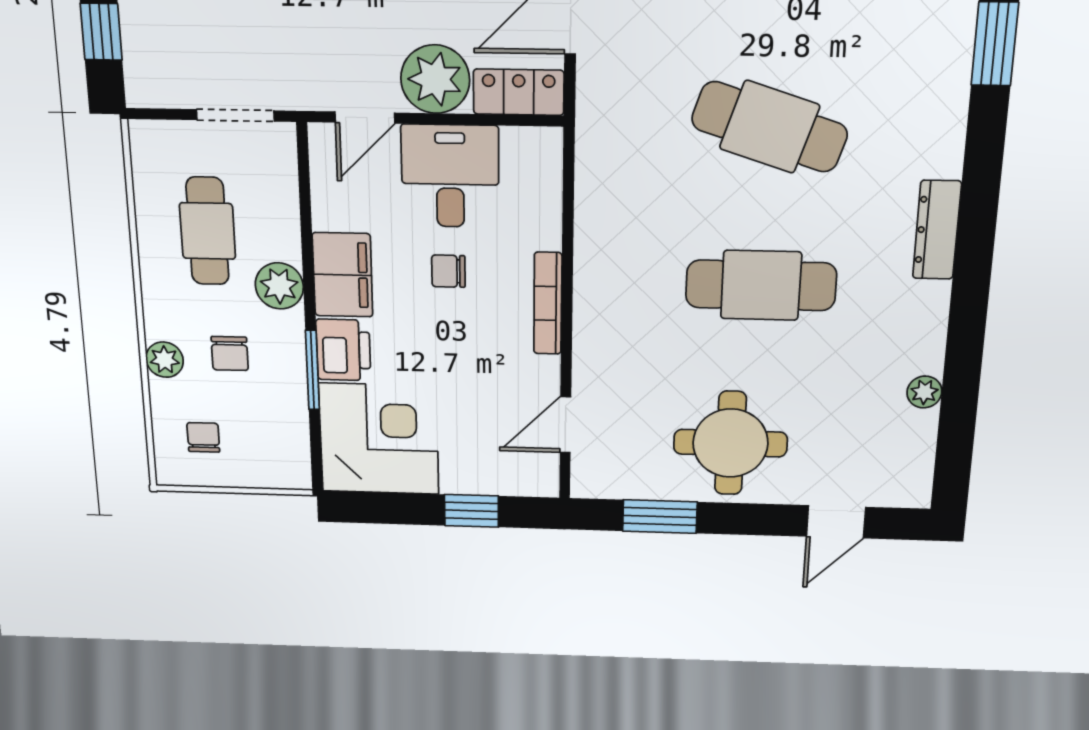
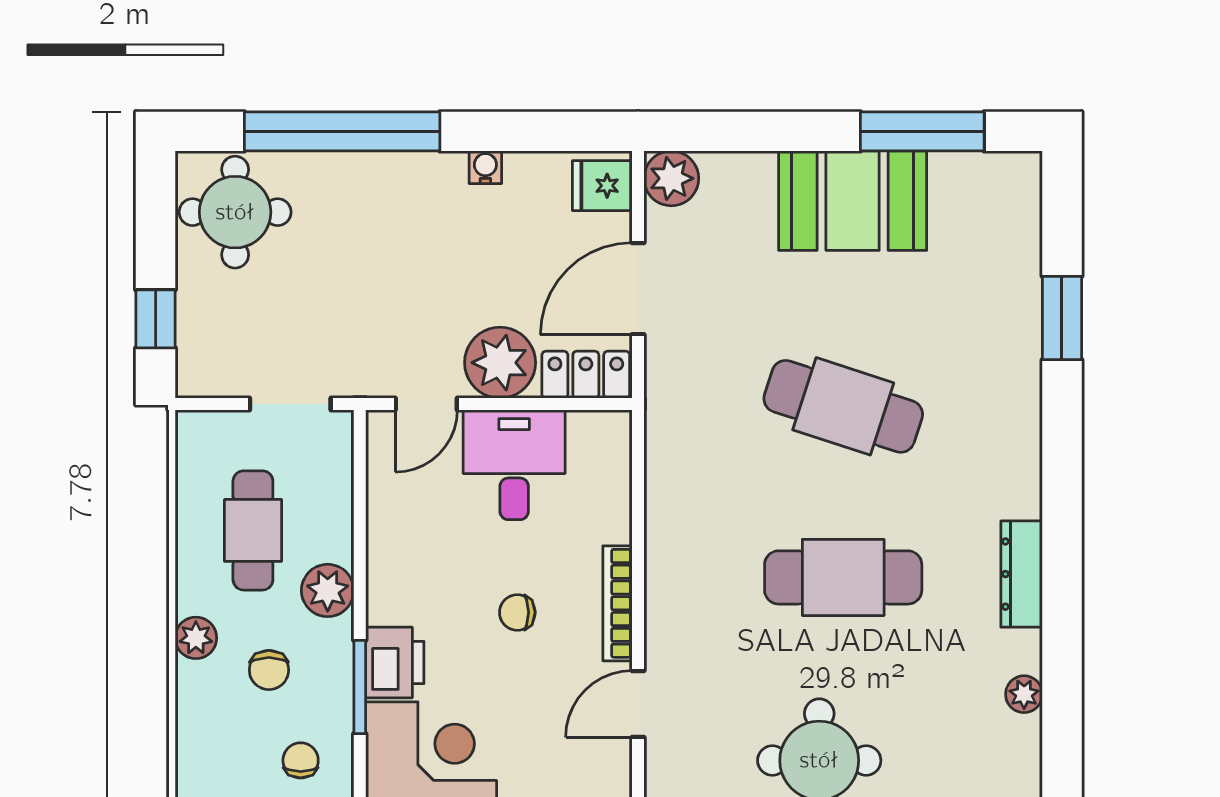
dresser: (937, 230) -> (1022, 574), moved
chair: (448, 271) -> (517, 612), moved
filing cabinet: (343, 275) -> (397, 576), removed
plant: (165, 360) -> (196, 638), moved
door: (565, 425) -> (638, 704), moved
chair: (203, 437) -> (301, 760), moved

